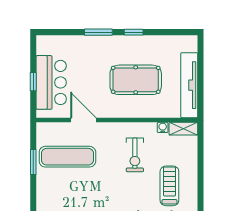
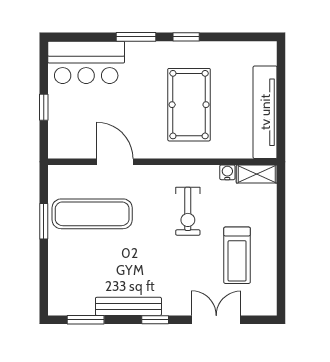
pool table: (136, 80) -> (189, 105), turned 90
bar counter: (51, 82) -> (86, 62), moved, turned 90
treadmill: (169, 186) -> (237, 255), turned 180

